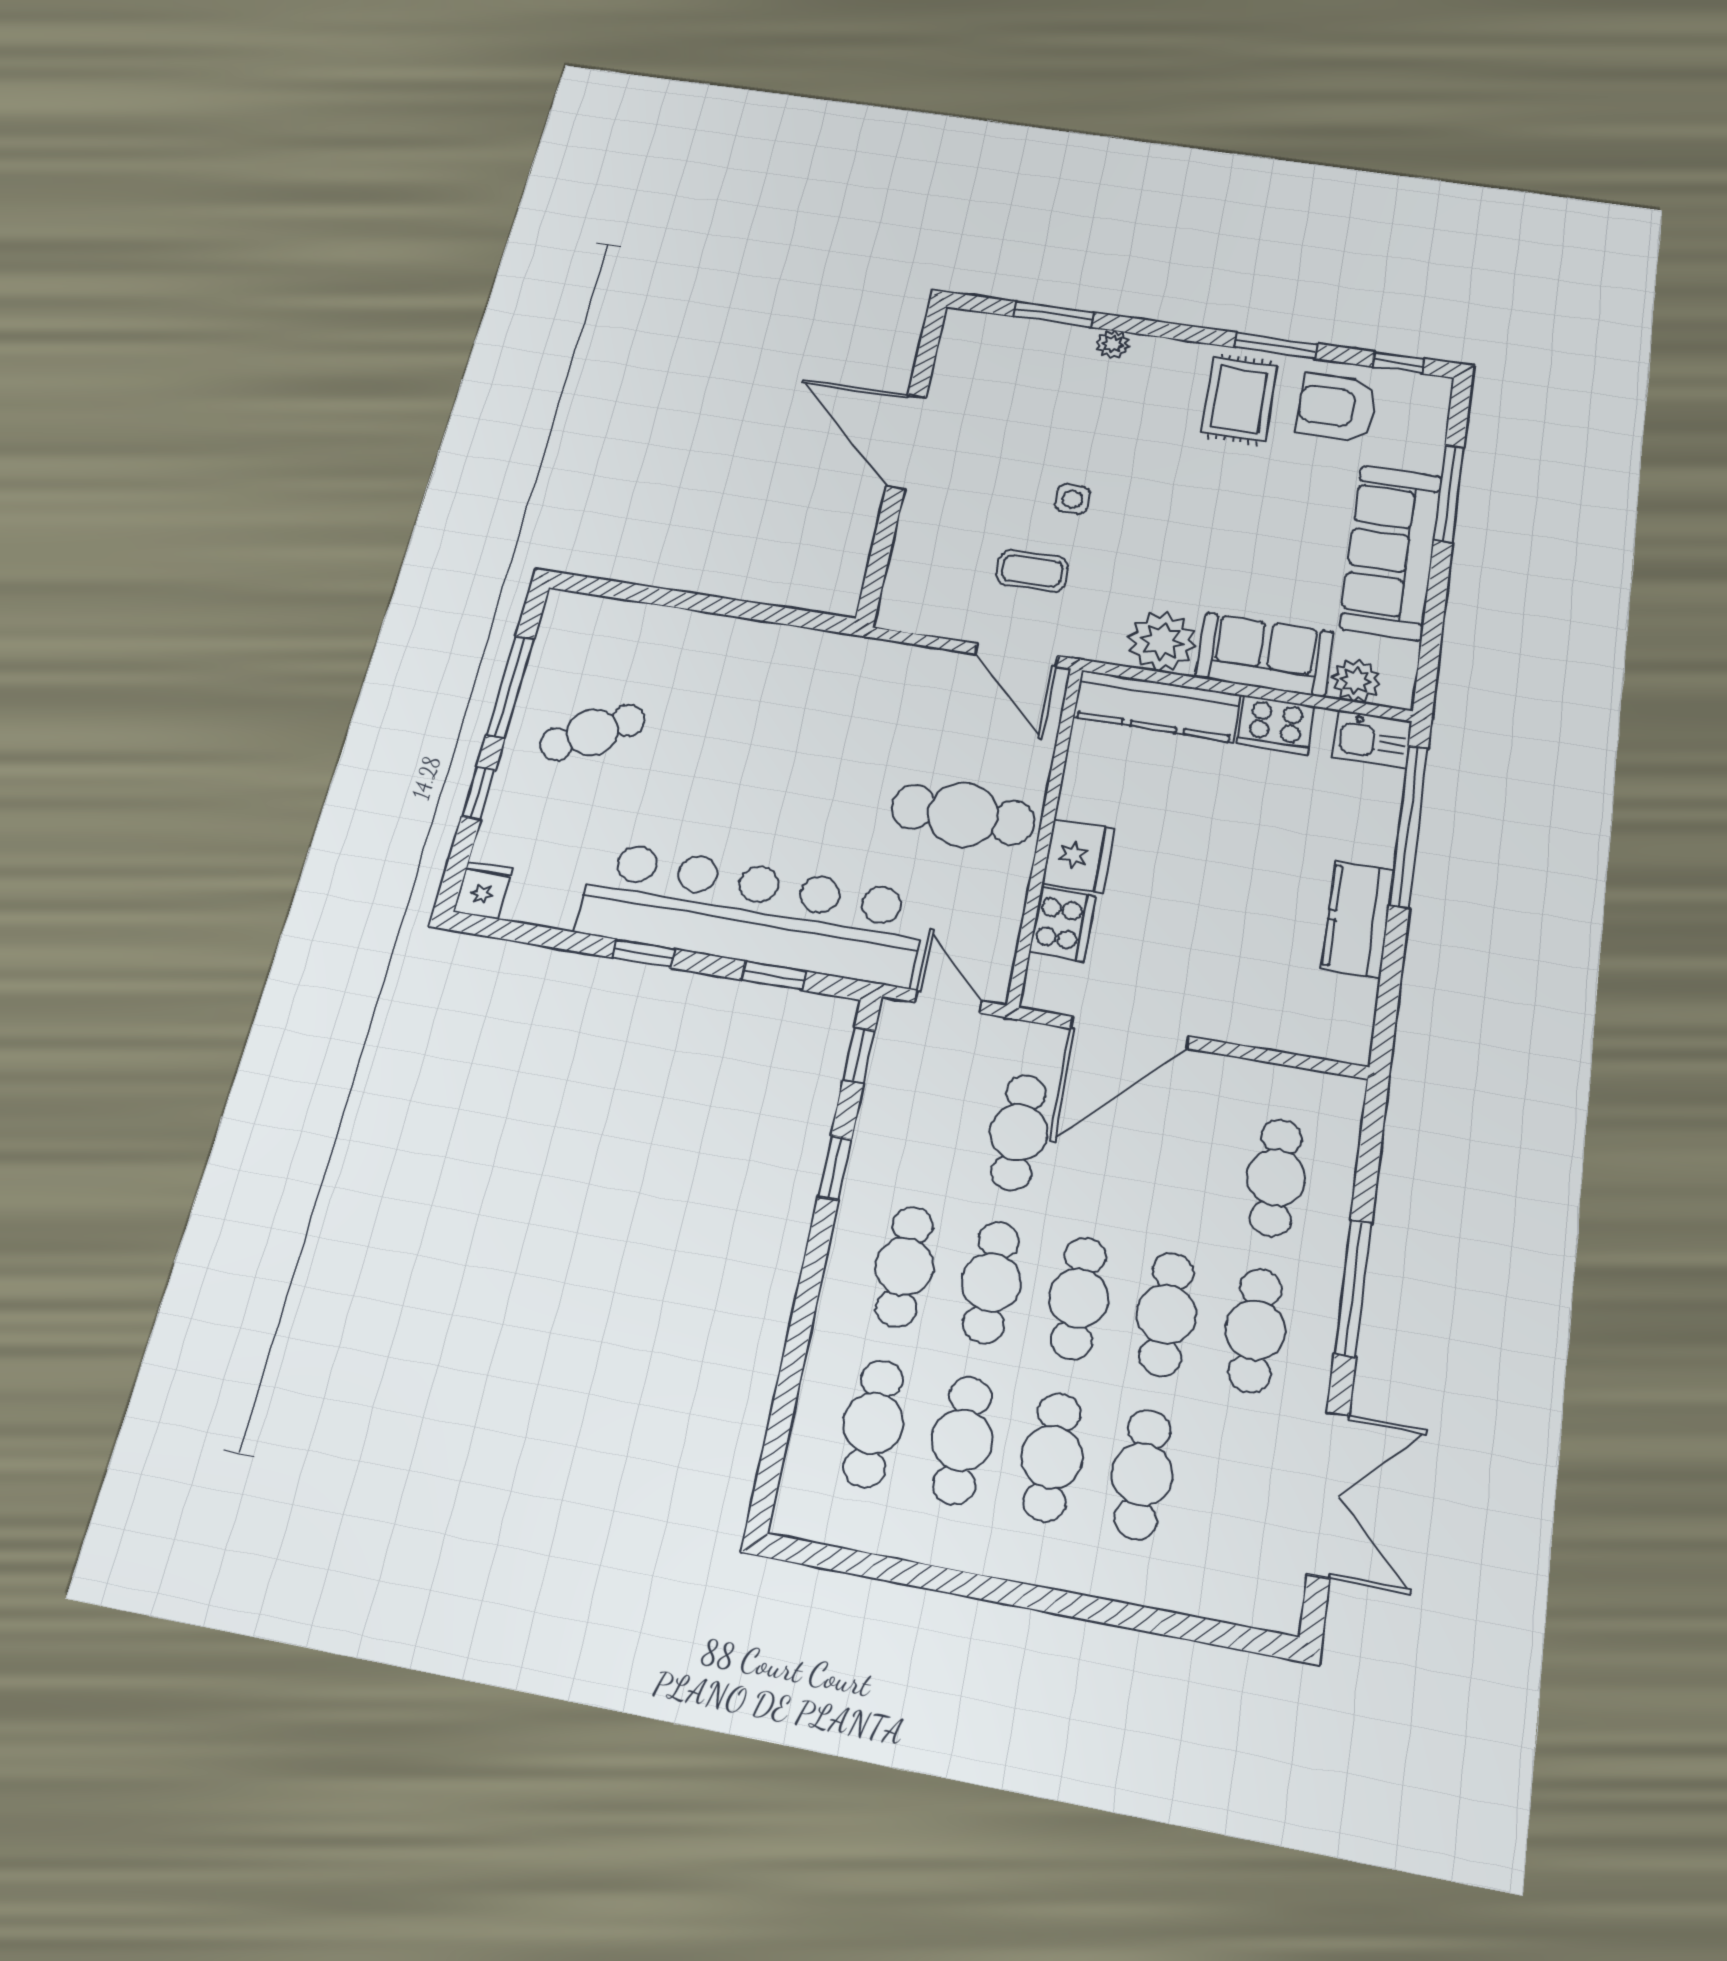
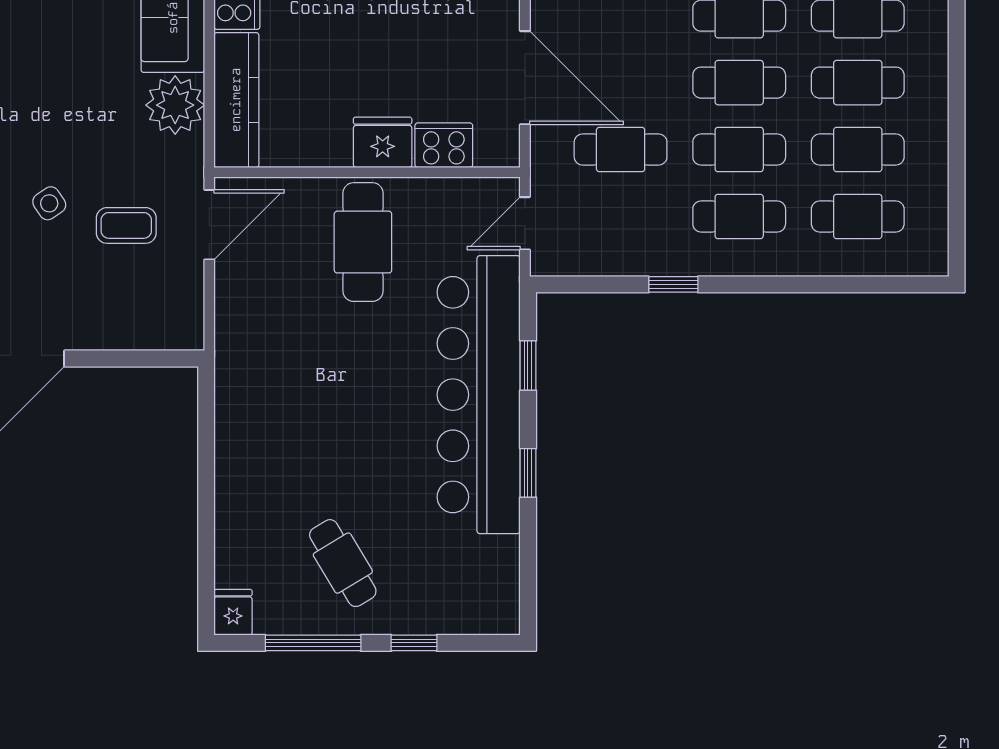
side table: (1072, 499) -> (49, 203), turned -34
coffee table: (1032, 571) -> (126, 225), turned 90
fridge: (483, 890) -> (233, 612), moved, turned 90
window: (859, 1055) -> (581, 284), removed

